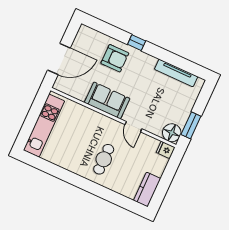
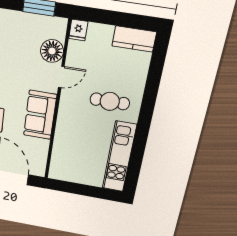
kitchen unit: (44, 126) -> (119, 157), moved, turned -90
floor lamp: (172, 133) -> (52, 51), moved

